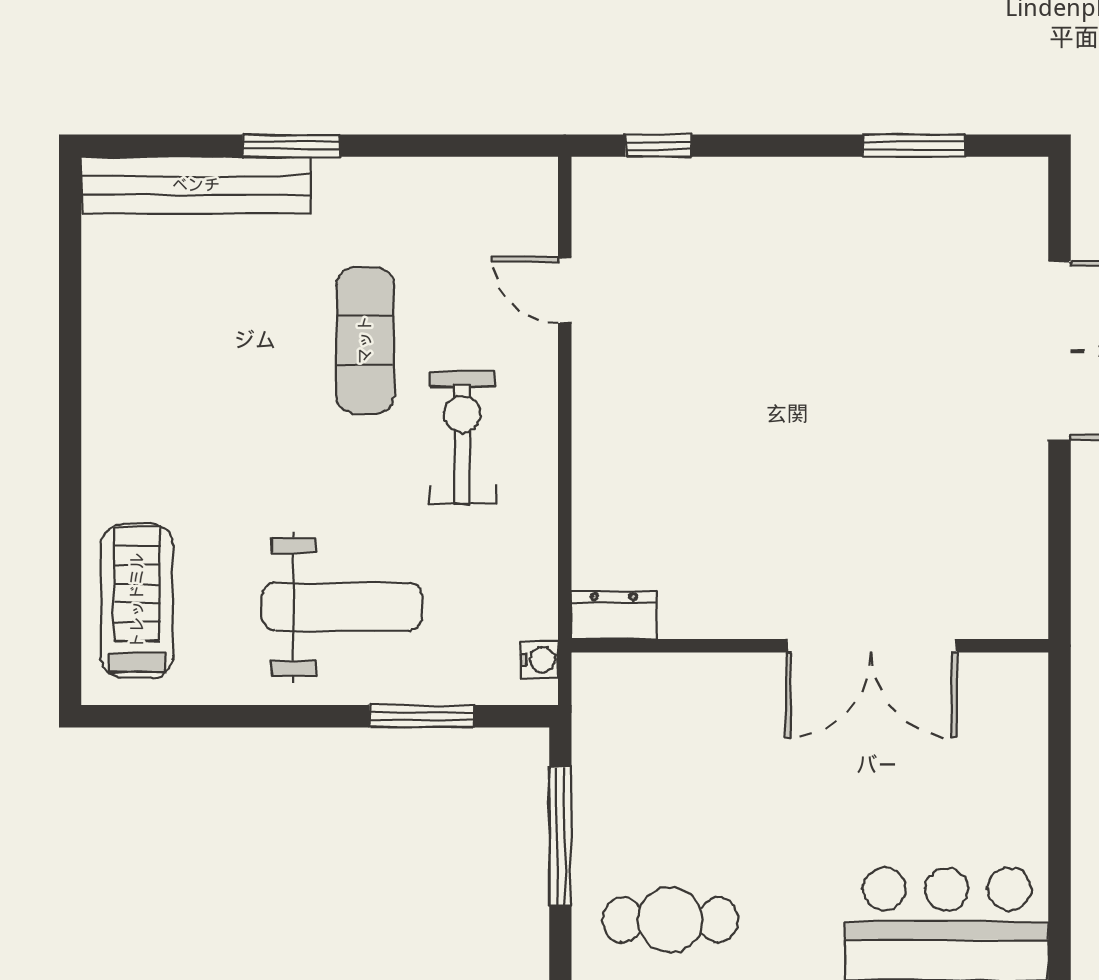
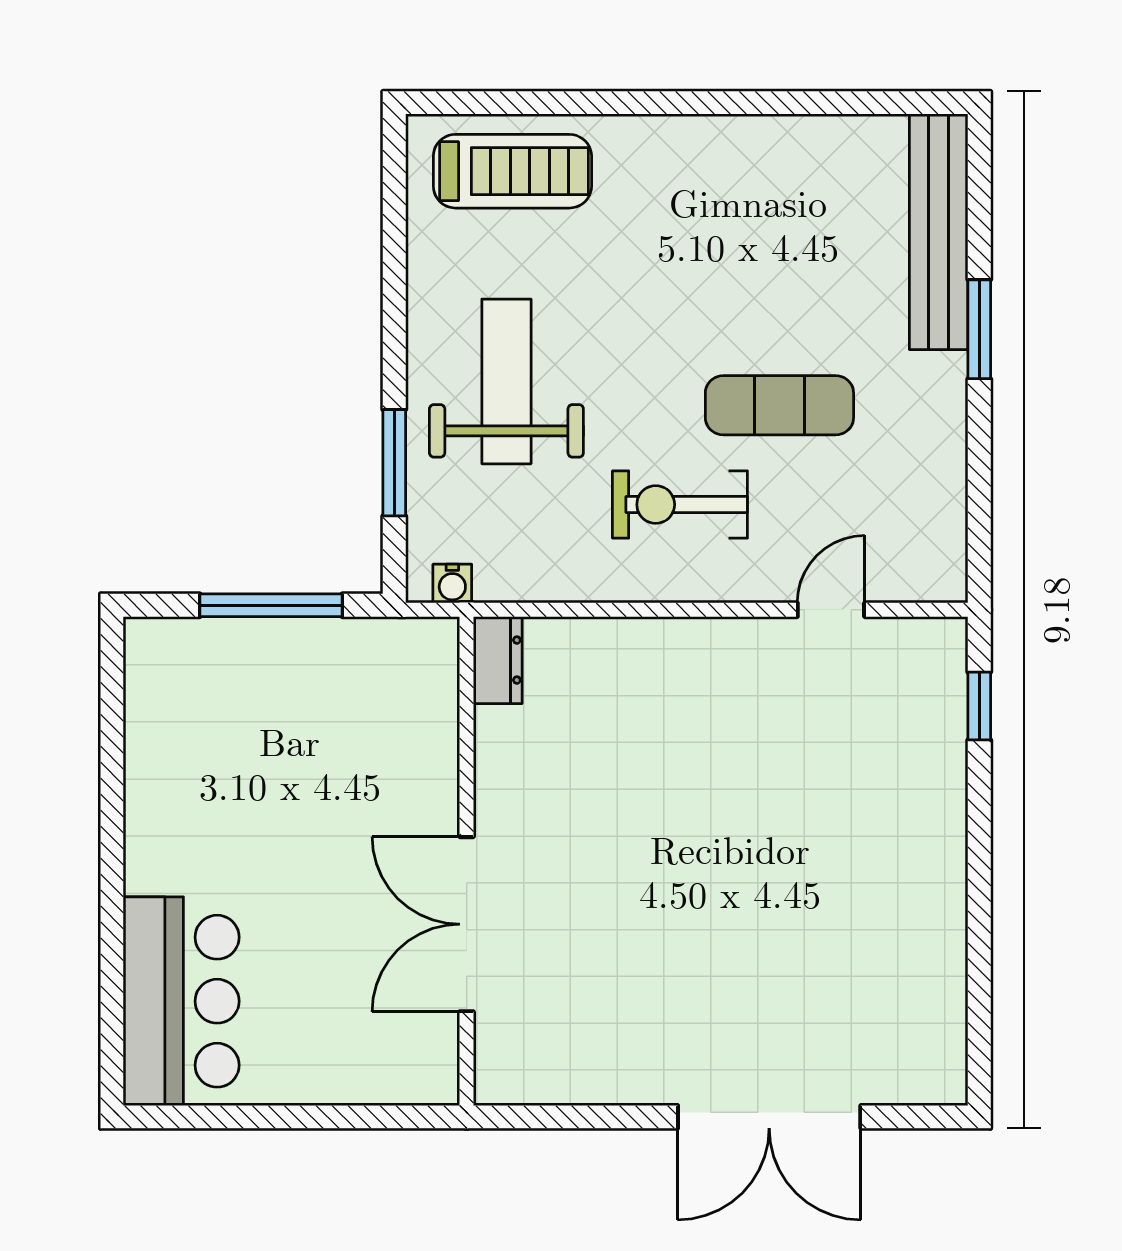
window: (914, 146) -> (979, 968), removed
exercise bike: (462, 438) -> (680, 505), turned 180
weight bench: (342, 607) -> (506, 381), turned 180
cafe table: (670, 920) -> (186, 718), removed

